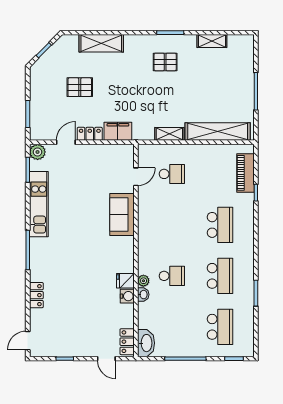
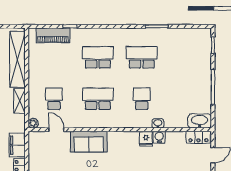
plant: (143, 281) -> (33, 123), moved
school desk: (220, 327) -> (98, 99), moved

